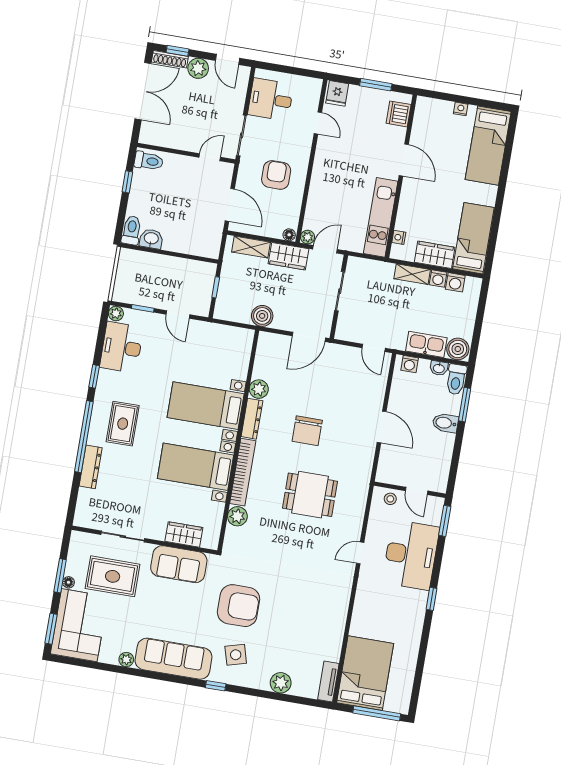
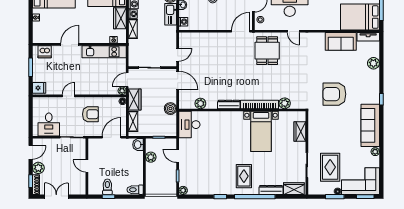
double door: (143, 91) -> (56, 197), width x0.73
door: (318, 123) -> (69, 96), moved
door: (210, 157) -> (87, 166), moved
toilet: (149, 161) -> (107, 187), moved
armchair: (276, 175) -> (90, 114), turned 180
washbasin: (151, 239) -> (138, 145), moved
door: (325, 249) -> (127, 80), hinge flipped
plant: (183, 267) -> (151, 157), added
door: (178, 314) -> (178, 156), swing flipped
desk: (122, 347) -> (189, 125), moved, turned 90
door: (374, 348) -> (178, 55), moved
plant: (259, 389) -> (200, 103), moved
bed with nightstands: (206, 406) -> (226, 132), removed
rug: (123, 424) -> (244, 176), turned 90
door: (382, 427) -> (241, 31), moved
chair: (307, 431) -> (230, 72), removed
dining table: (310, 495) -> (267, 51), moved
wardrobe: (86, 507) -> (294, 189), added
sofa: (179, 564) -> (341, 41), moved, turned 90
armchair: (239, 606) -> (334, 94), turned -90
side table: (236, 655) -> (362, 91), removed

